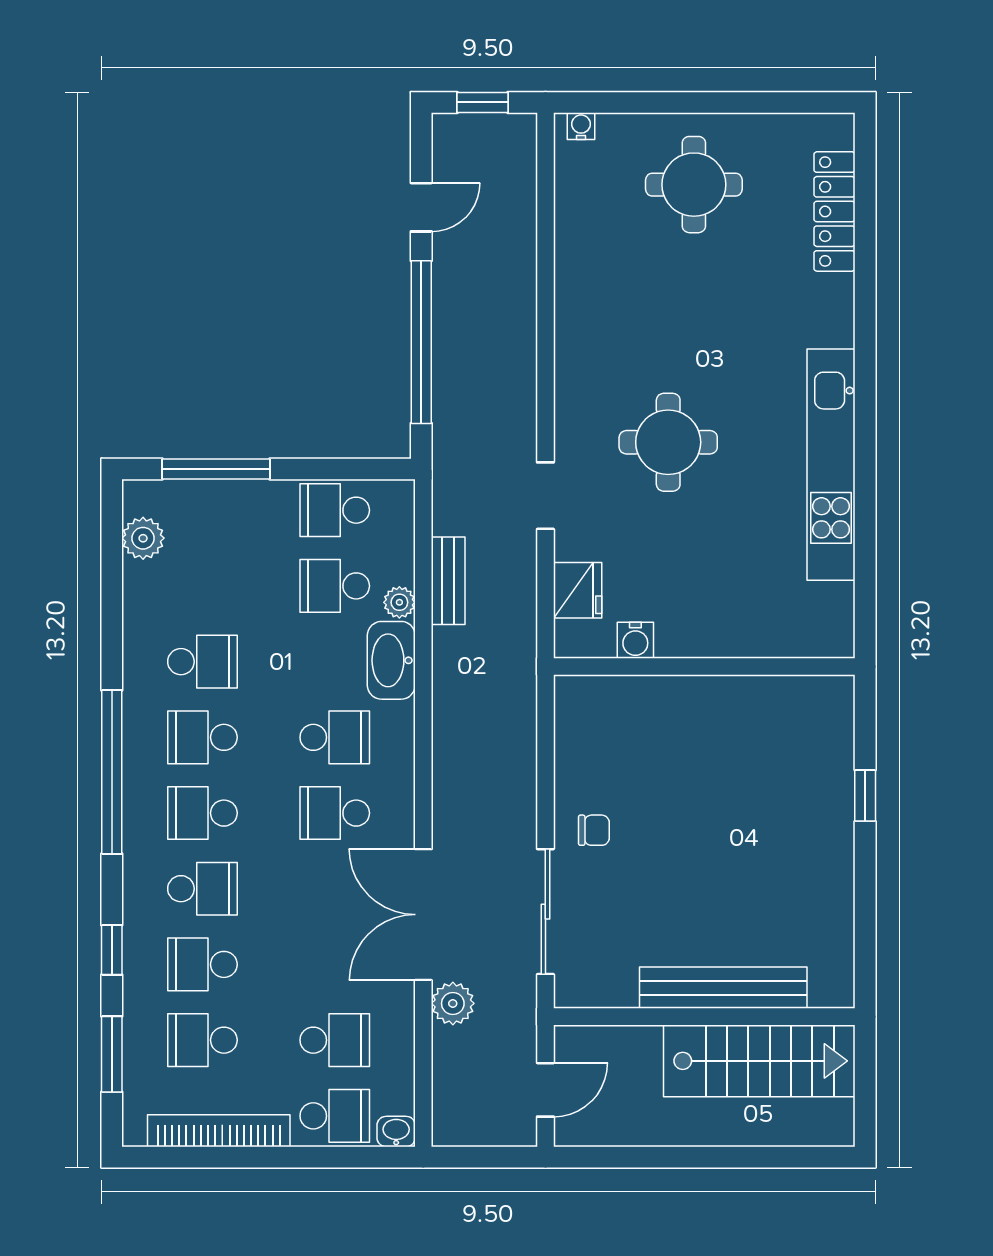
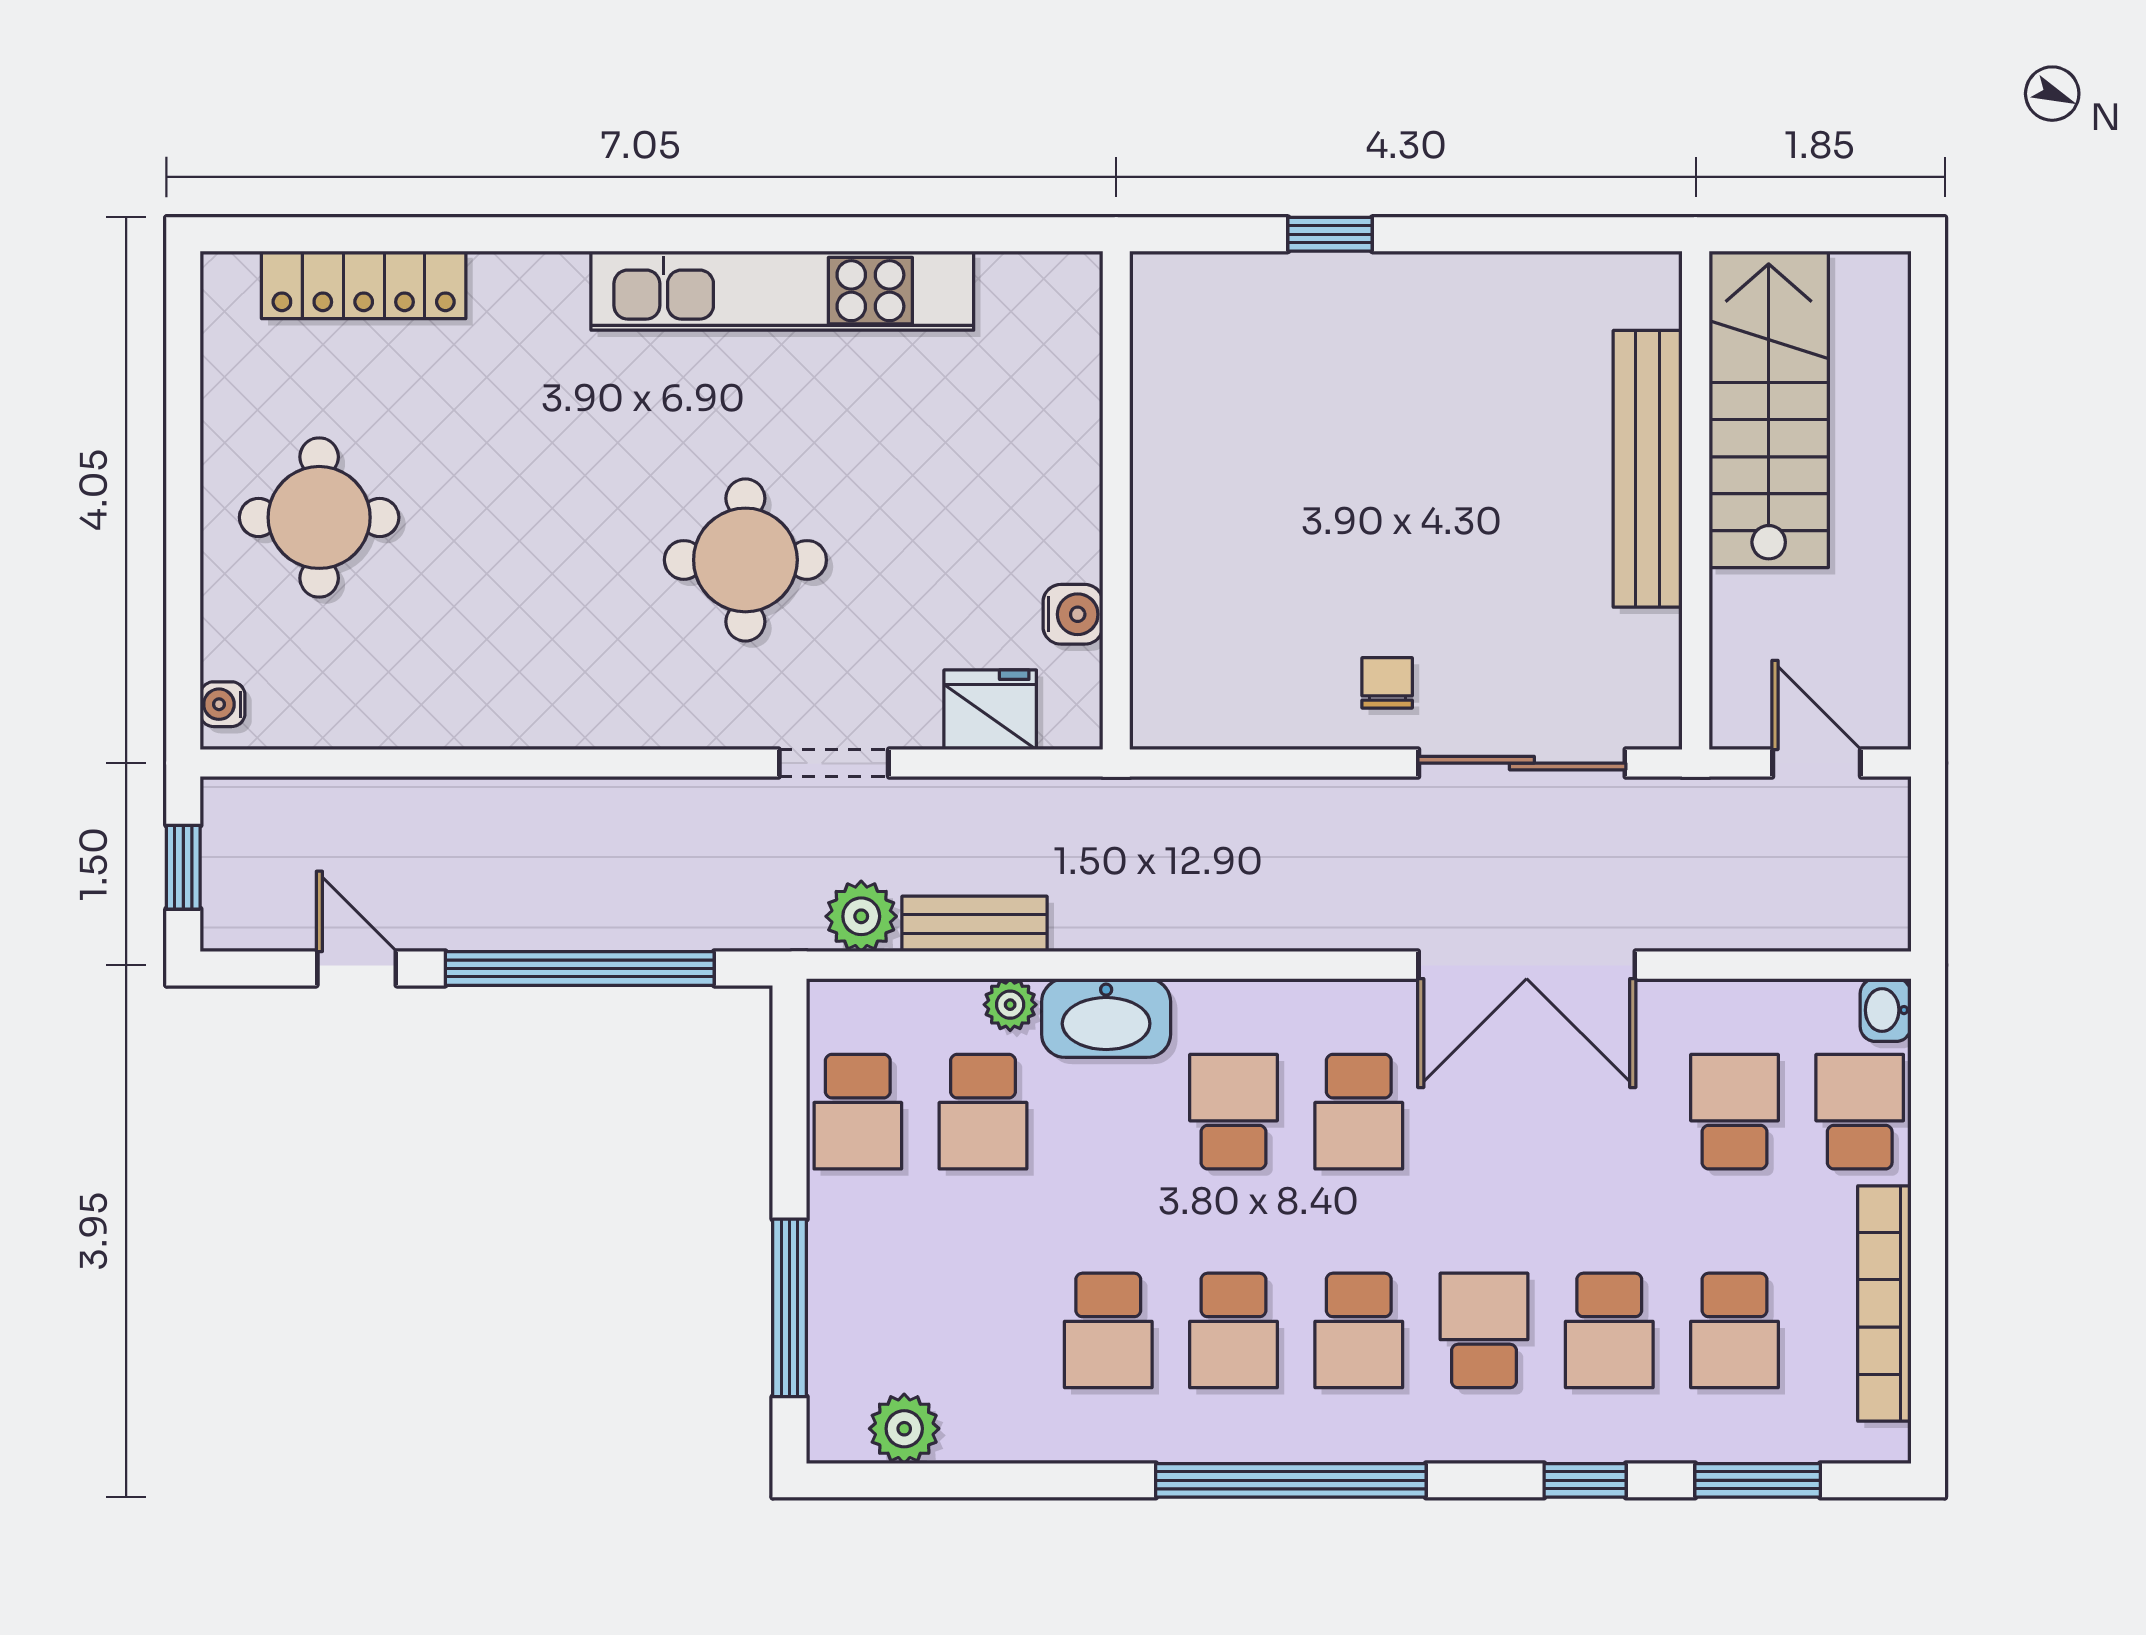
school desk: (202, 662) -> (1108, 1330), turned 180
plant: (453, 1003) -> (861, 916), moved

